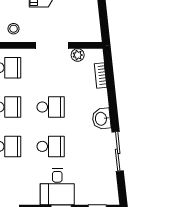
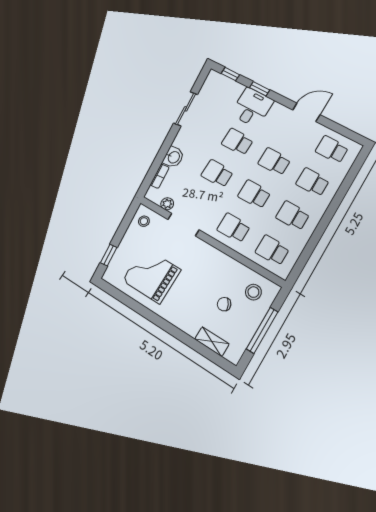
stool: (14, 29) -> (144, 221), moved
washbasin: (101, 119) -> (173, 157), moved

